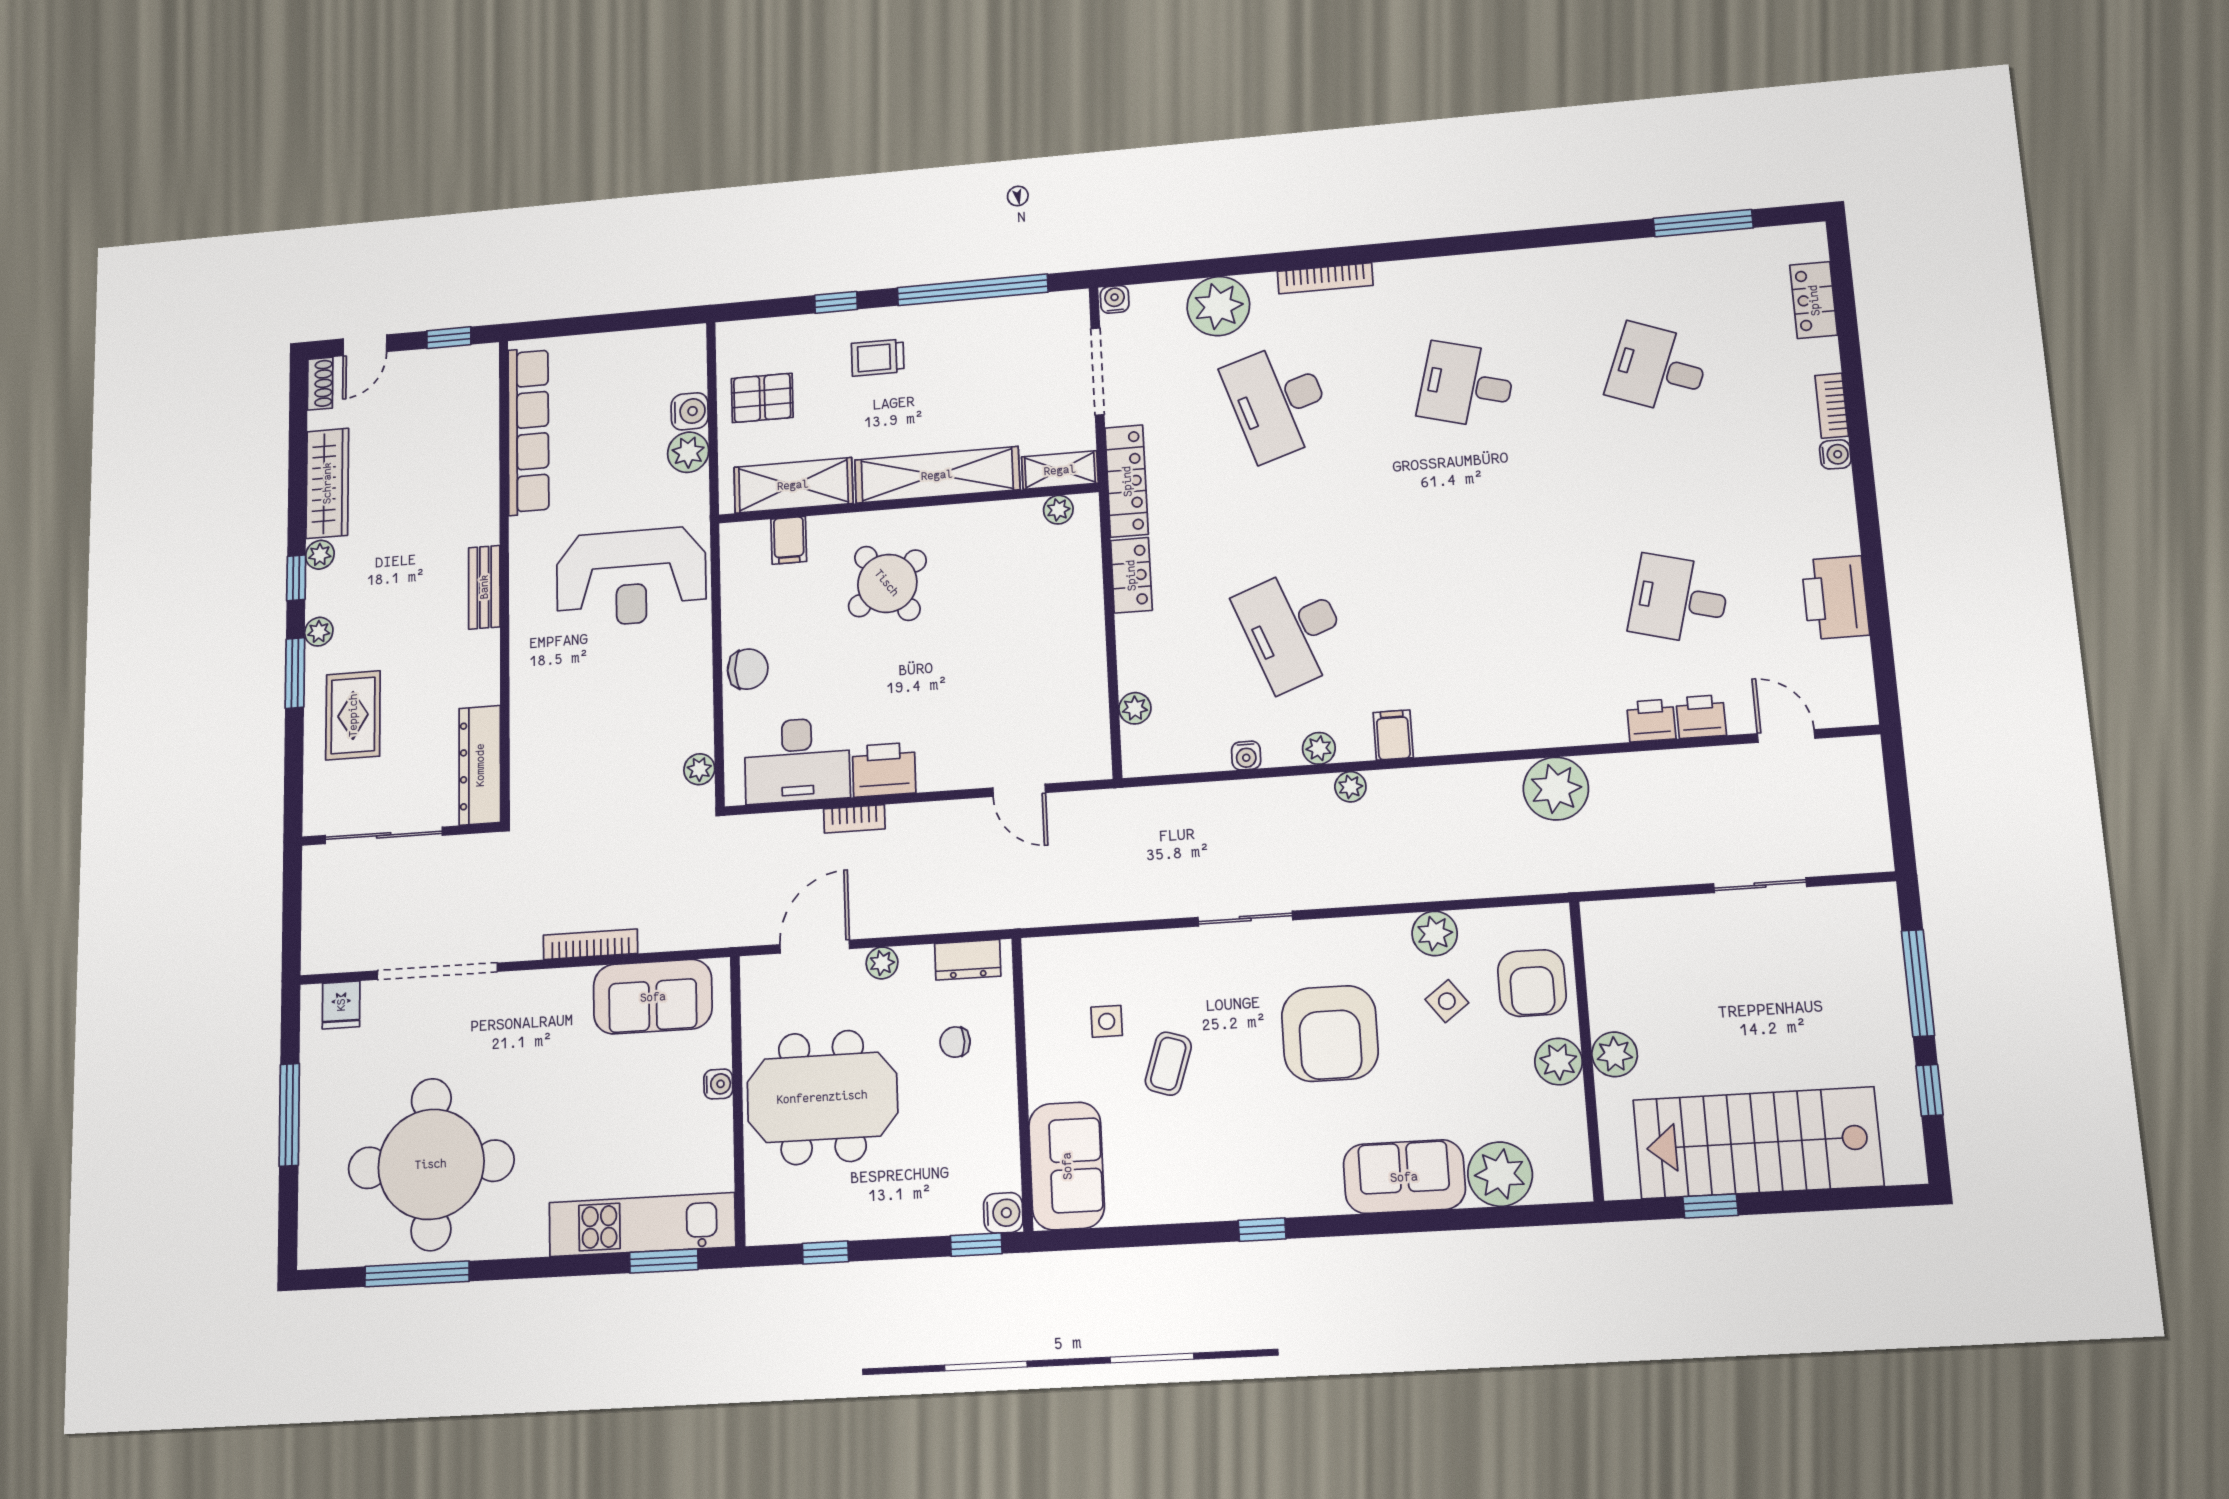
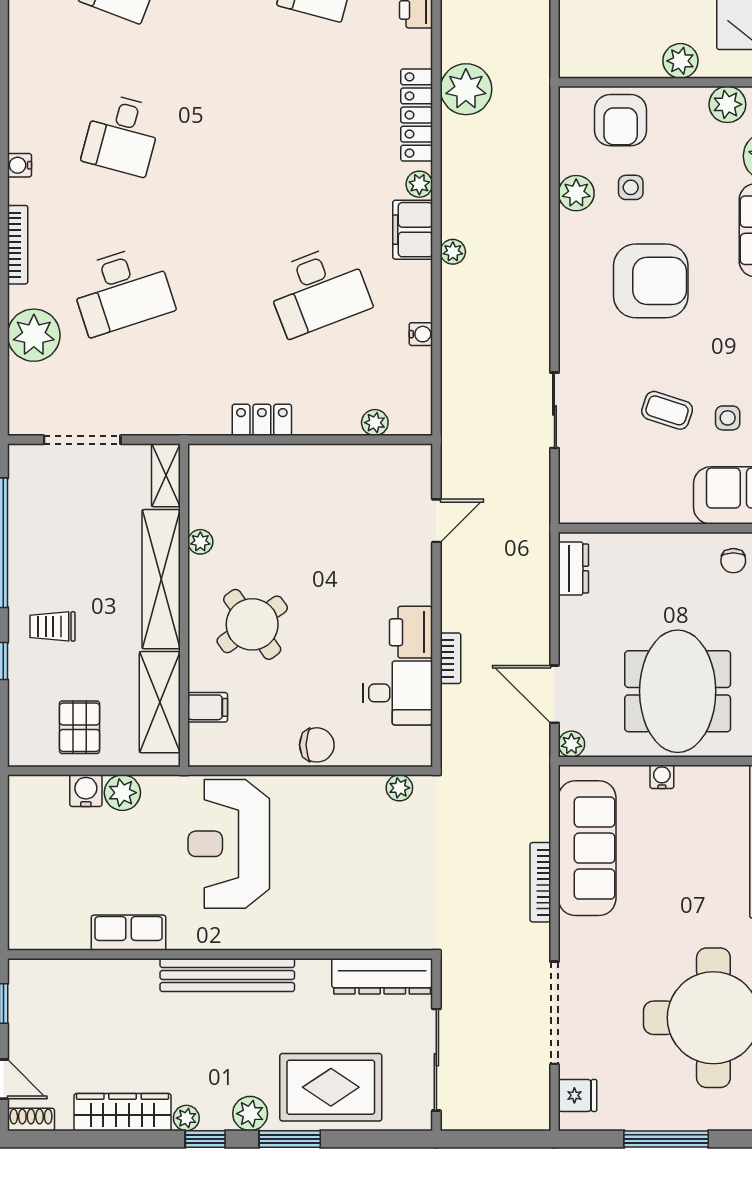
water cooler: (1115, 299) -> (19, 165), moved
trolley: (878, 358) -> (53, 626), turned 90
row of seats: (528, 431) -> (129, 933), width x0.50
locker: (1127, 481) -> (417, 115), moved, turned -90
plant: (1058, 510) -> (200, 542), moved
reception desk: (631, 577) -> (229, 844), turned 180
bench: (484, 587) -> (227, 975), width x1.86, depth x1.21
plant: (319, 632) -> (250, 1114), width x1.38, depth x1.38
chair: (748, 669) -> (317, 745), turned 90
rug: (353, 715) -> (331, 1087), width x1.36, depth x1.43
filing cabinet: (1393, 735) -> (413, 230), width x2.00
plant: (1319, 748) -> (419, 184), moved
desk: (797, 760) -> (398, 693), width x0.73
sliding door: (1245, 919) -> (554, 410), moved
plant: (882, 963) -> (571, 744), moved
armchair: (1532, 983) -> (621, 120), turned 90
sofa: (653, 997) -> (587, 848), width x1.36
side table: (1447, 1001) -> (631, 187), turned 37
side table: (1107, 1021) -> (728, 418), moved
chair: (955, 1042) -> (733, 561), moved
plant: (1558, 1062) -> (727, 104), moved

